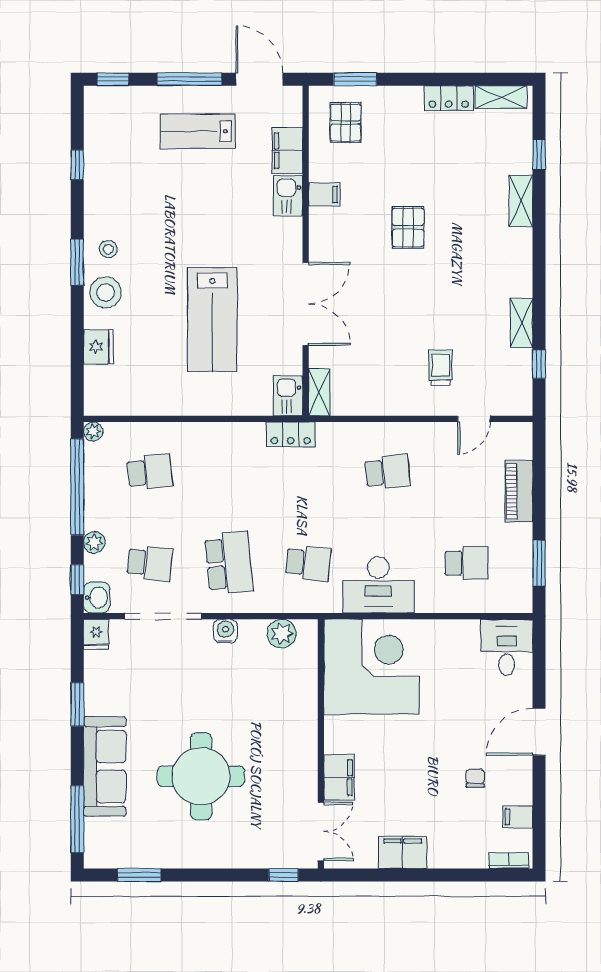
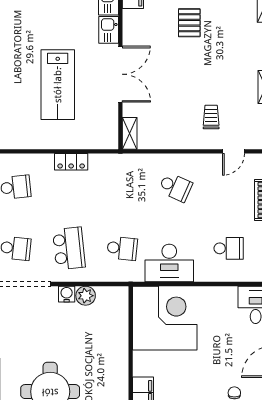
kitchen sink: (288, 396) -> (109, 30), moved
locker: (291, 434) -> (71, 162), moved
school desk: (387, 472) -> (175, 187), turned 30
plant: (282, 634) -> (86, 296), moved

